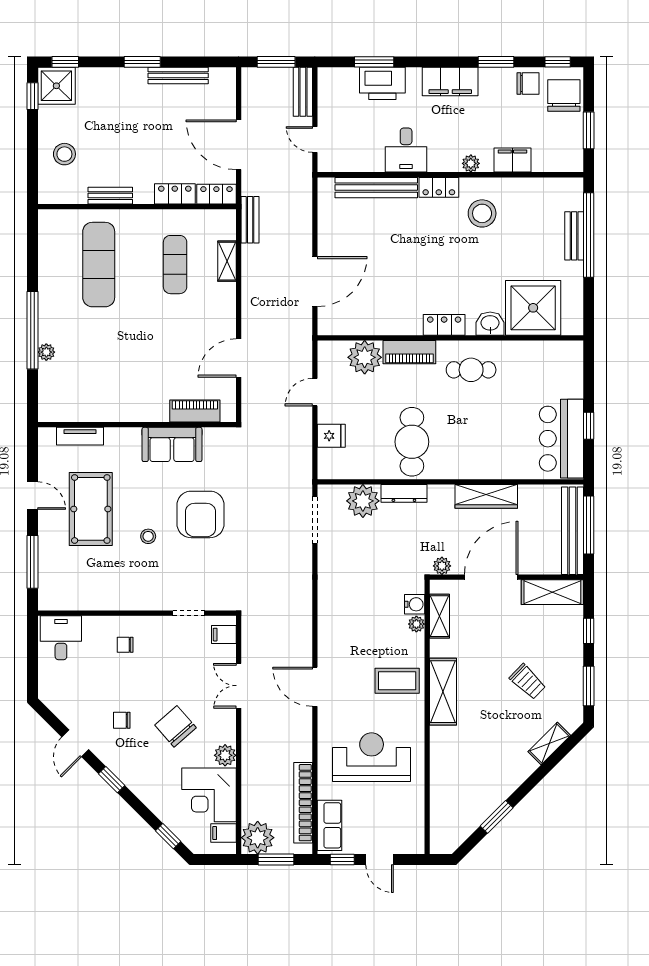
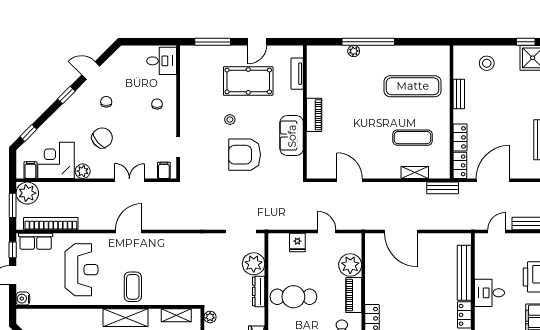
piano: (195, 411) -> (314, 115), moved
water cooler: (415, 604) -> (23, 299), moved, turned 90
plant: (416, 624) -> (171, 300), removed

